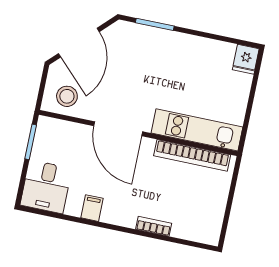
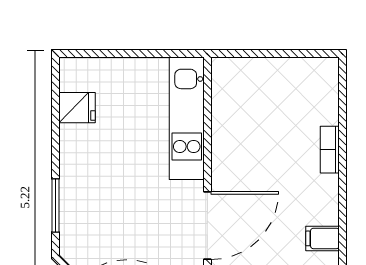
fridge: (246, 59) -> (77, 108), moved
bookcase: (192, 155) -> (223, 118), removed

